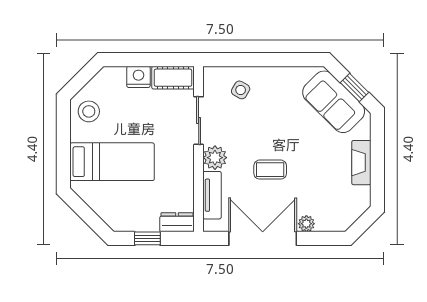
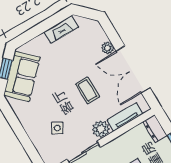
side table: (241, 90) -> (57, 128), moved
fireplace: (361, 163) -> (61, 29), moved

